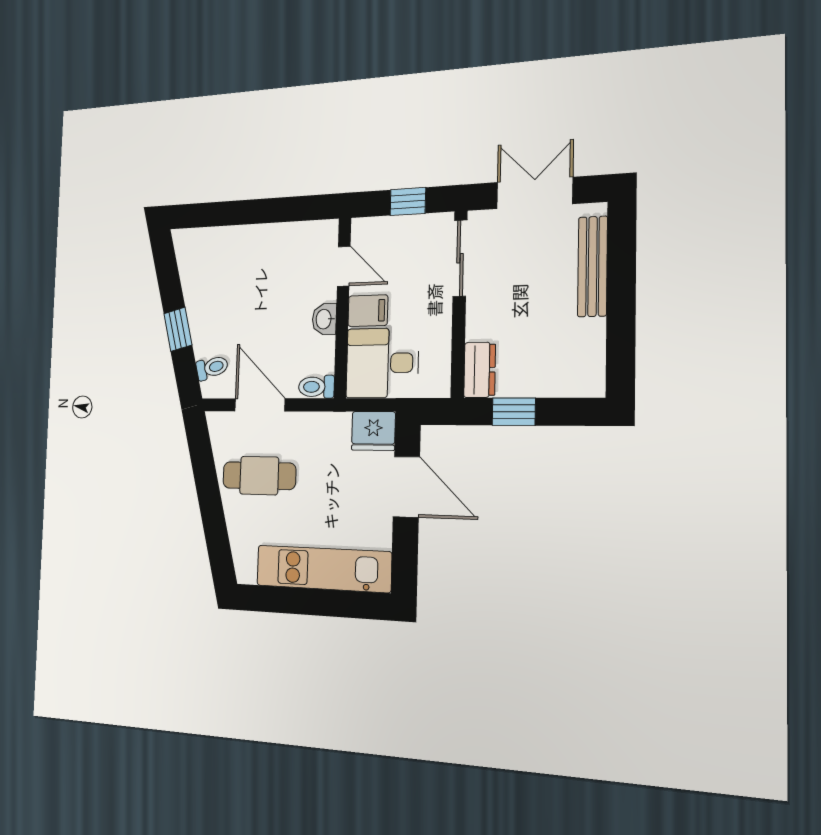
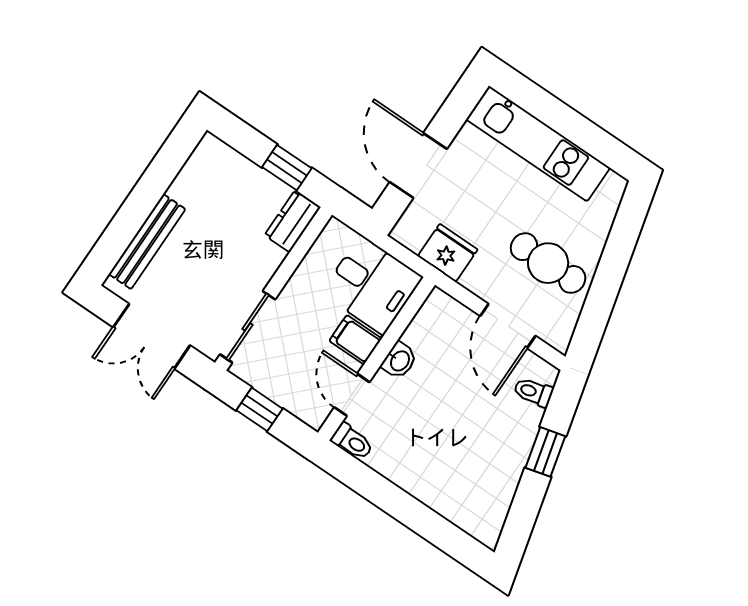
toilet: (316, 387) -> (352, 442), moved
fridge: (373, 431) -> (448, 253), moved

